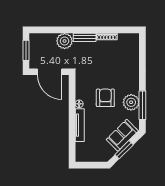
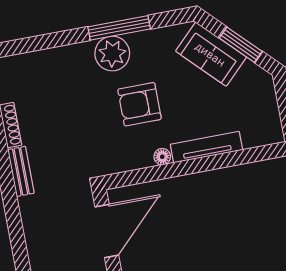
plant: (65, 41) -> (37, 212), removed
plant: (131, 102) -> (112, 54), moved
window: (142, 105) -> (119, 28), moved

